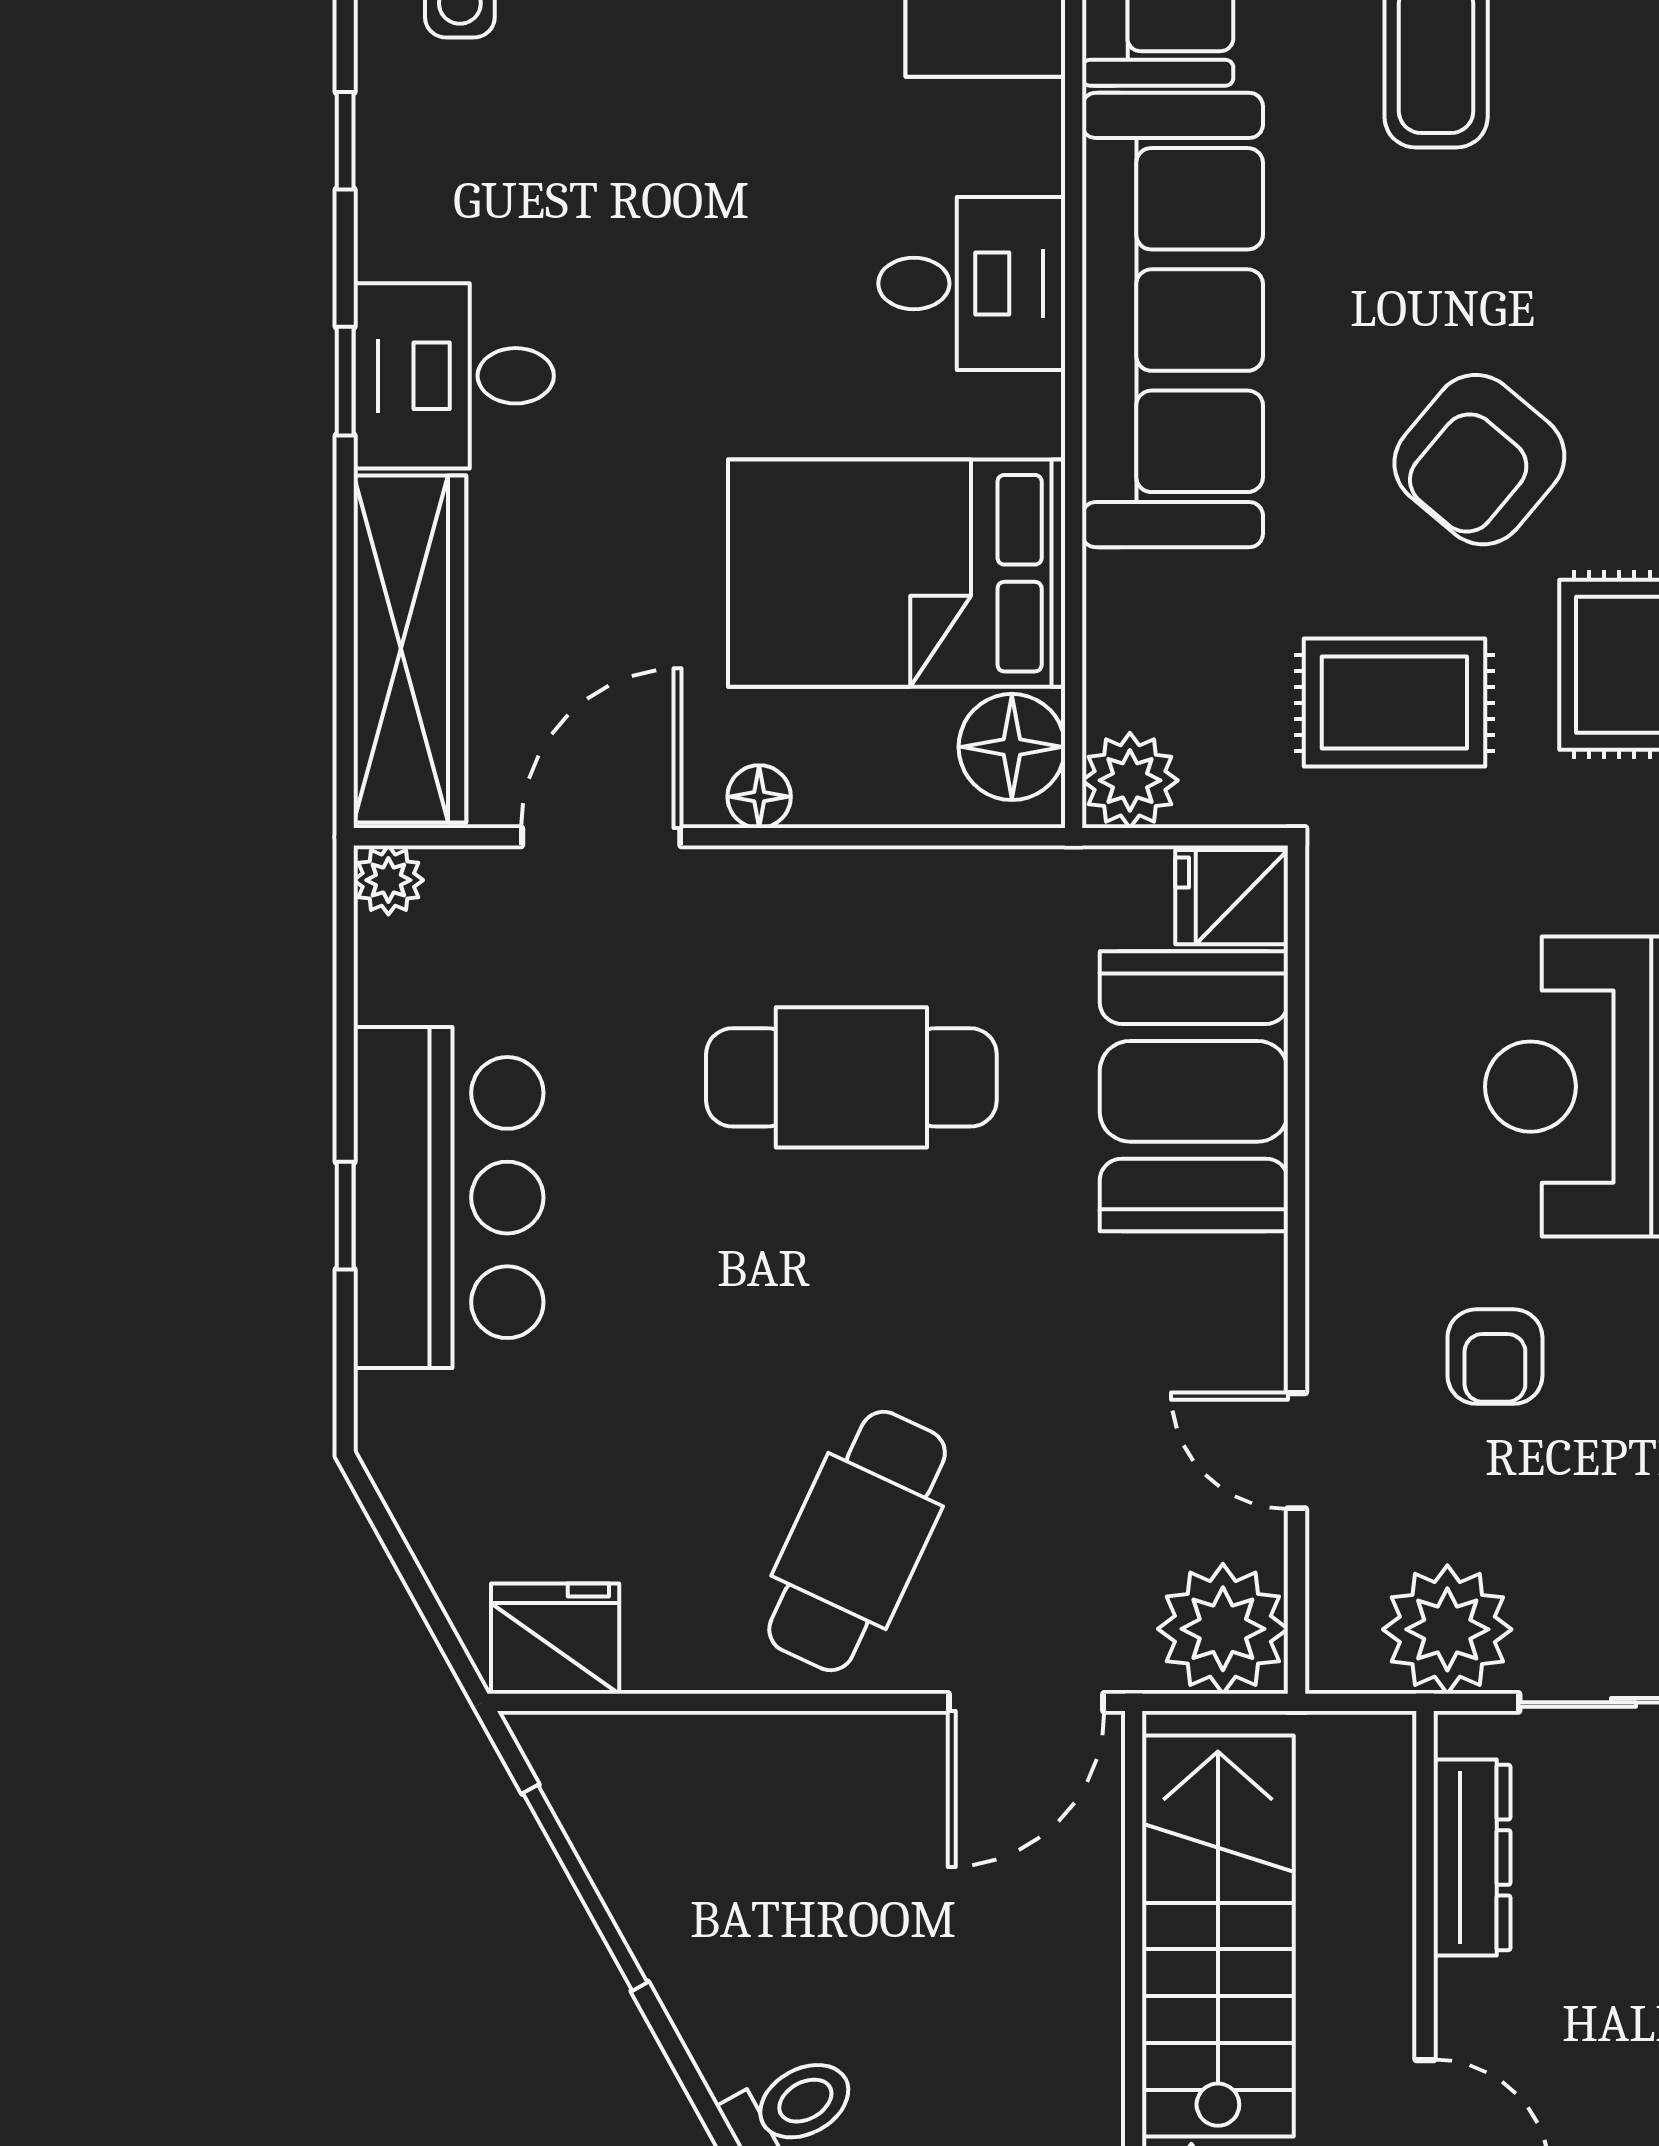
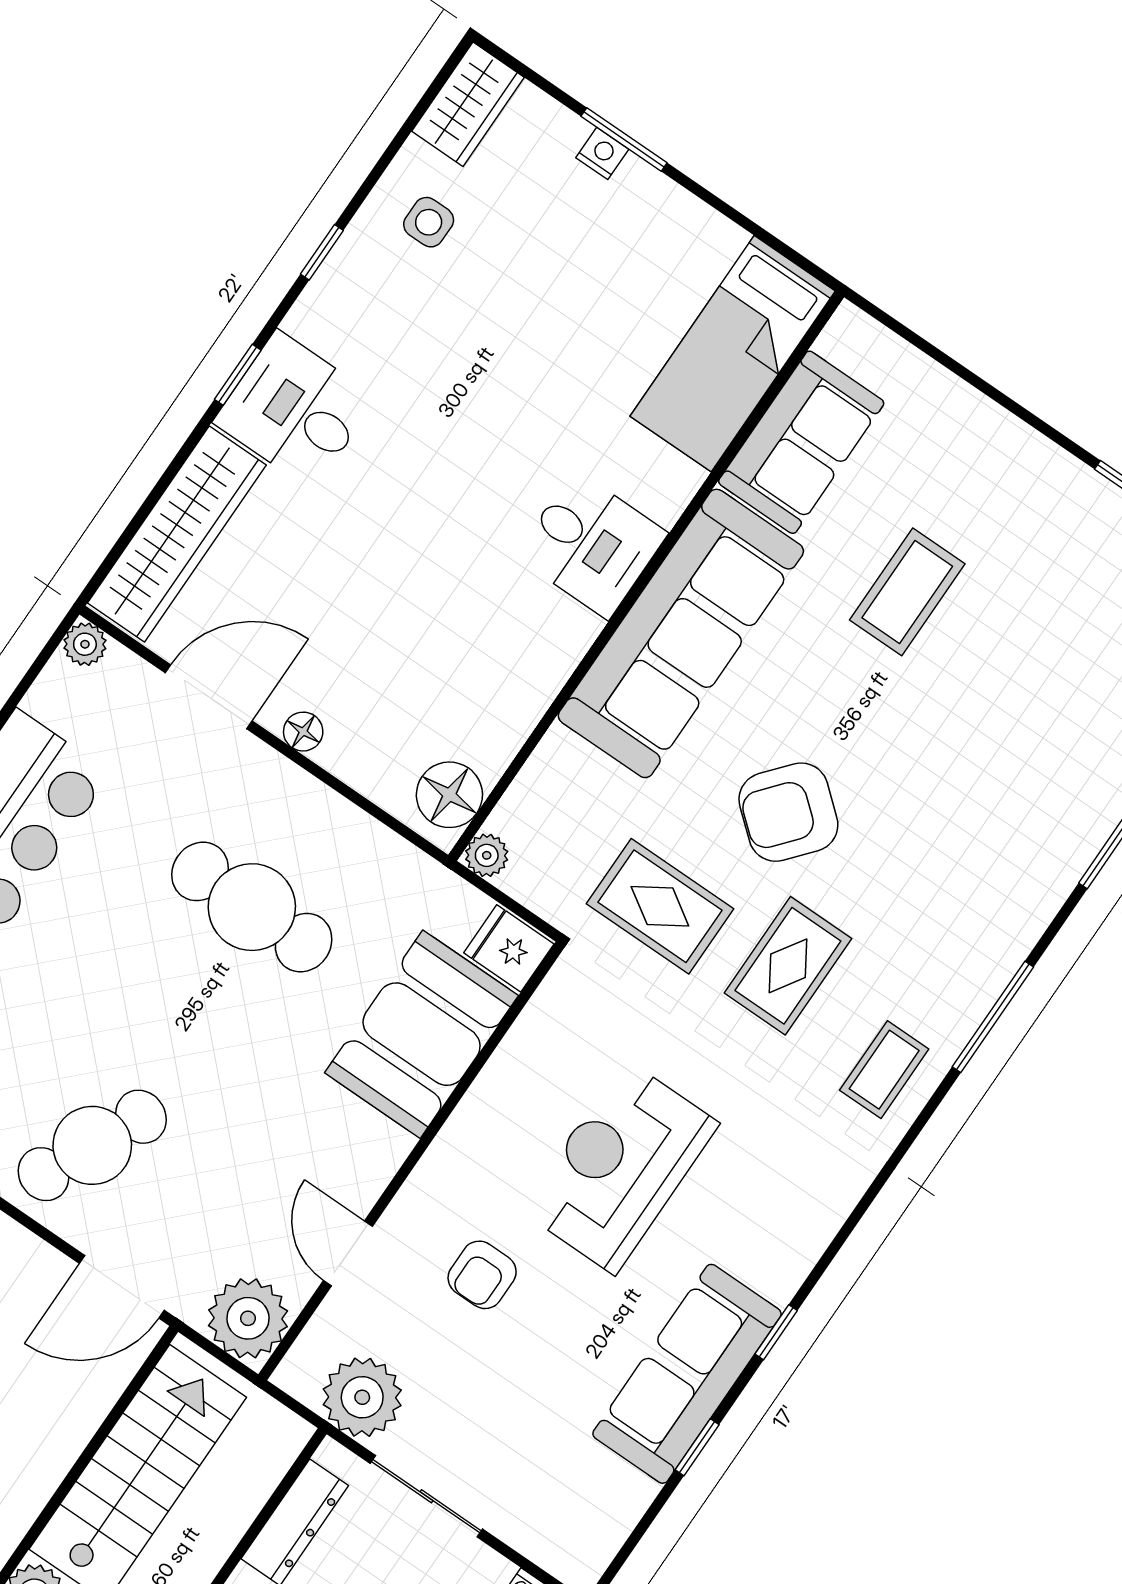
bed: (897, 573) -> (452, 666), removed
plant: (1130, 780) -> (487, 855), width x0.73, depth x0.73

